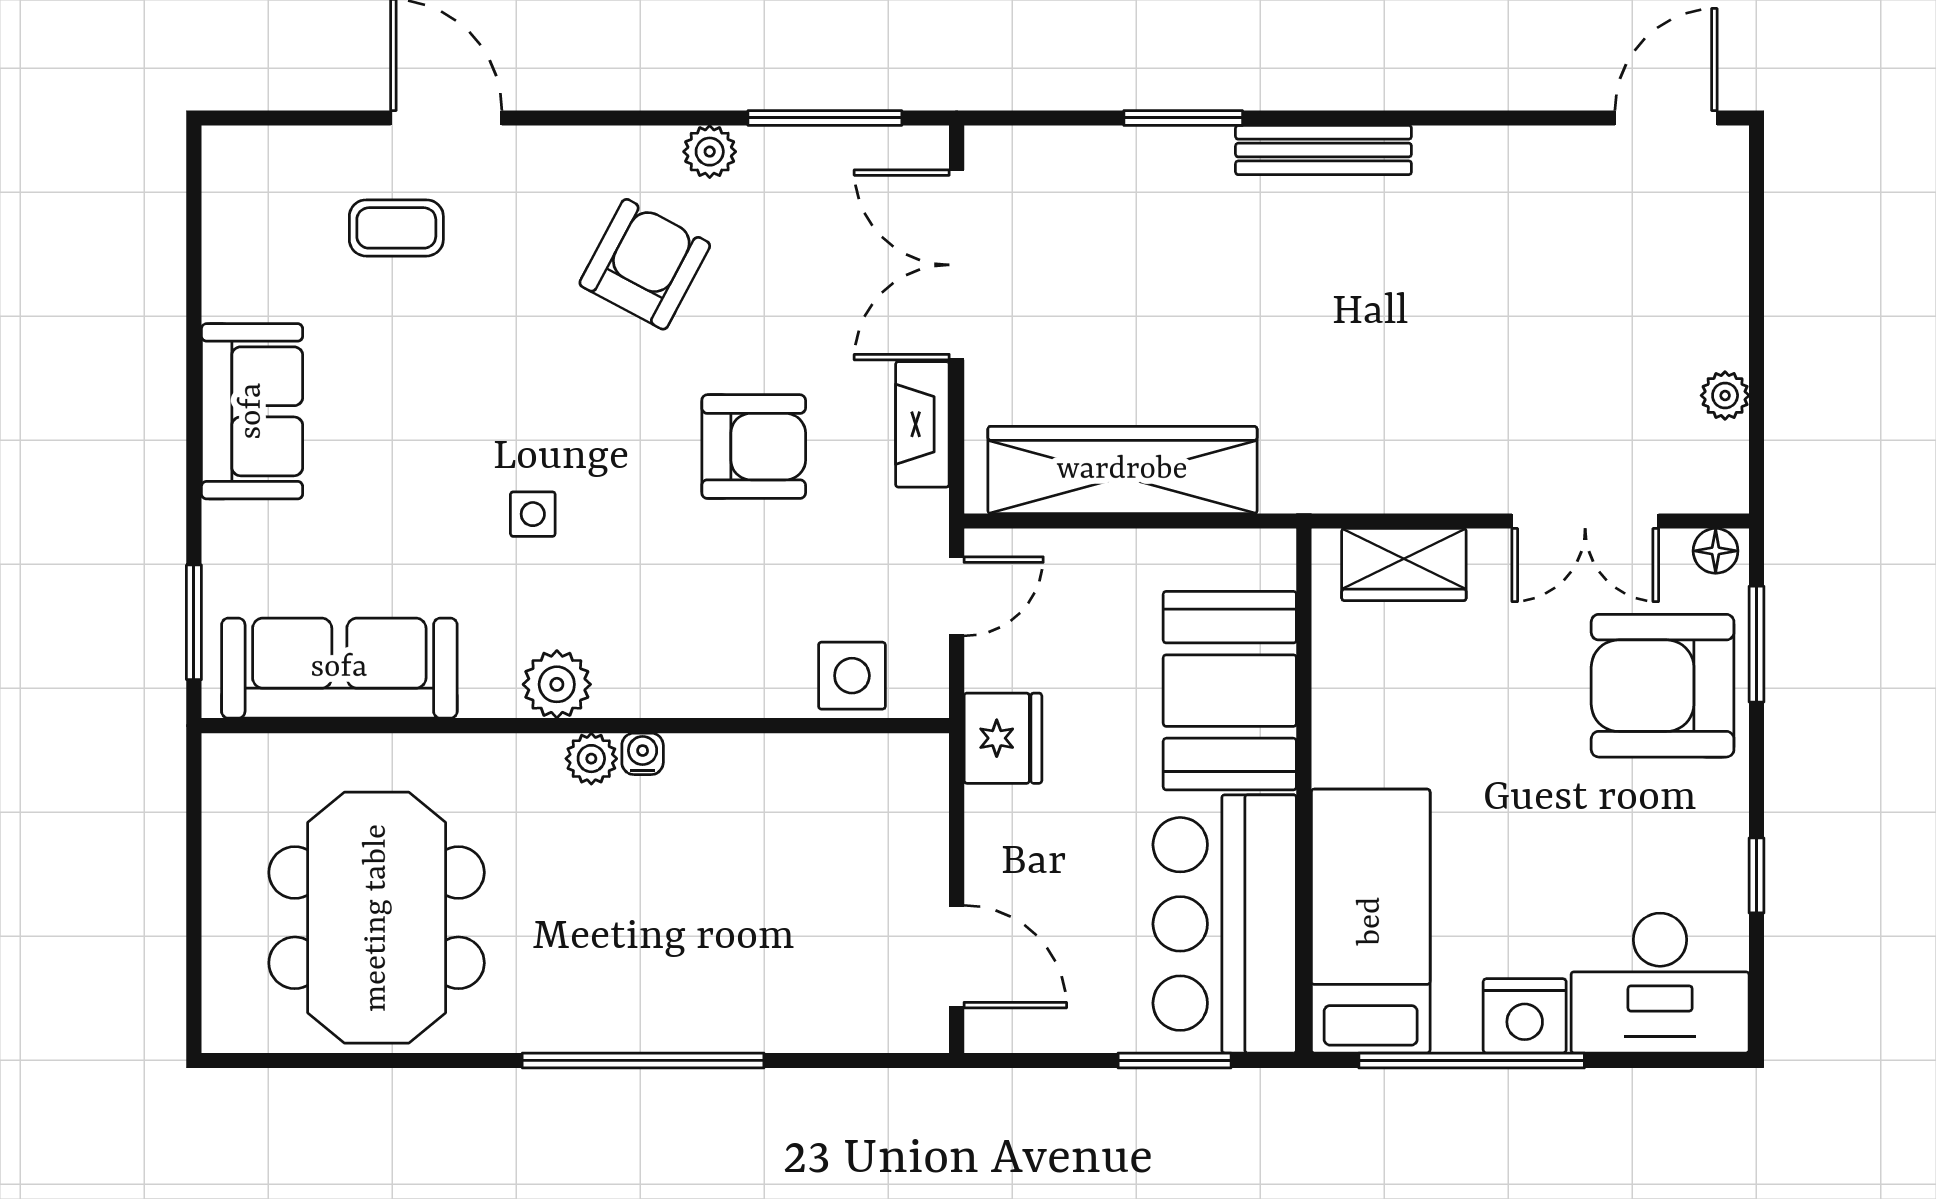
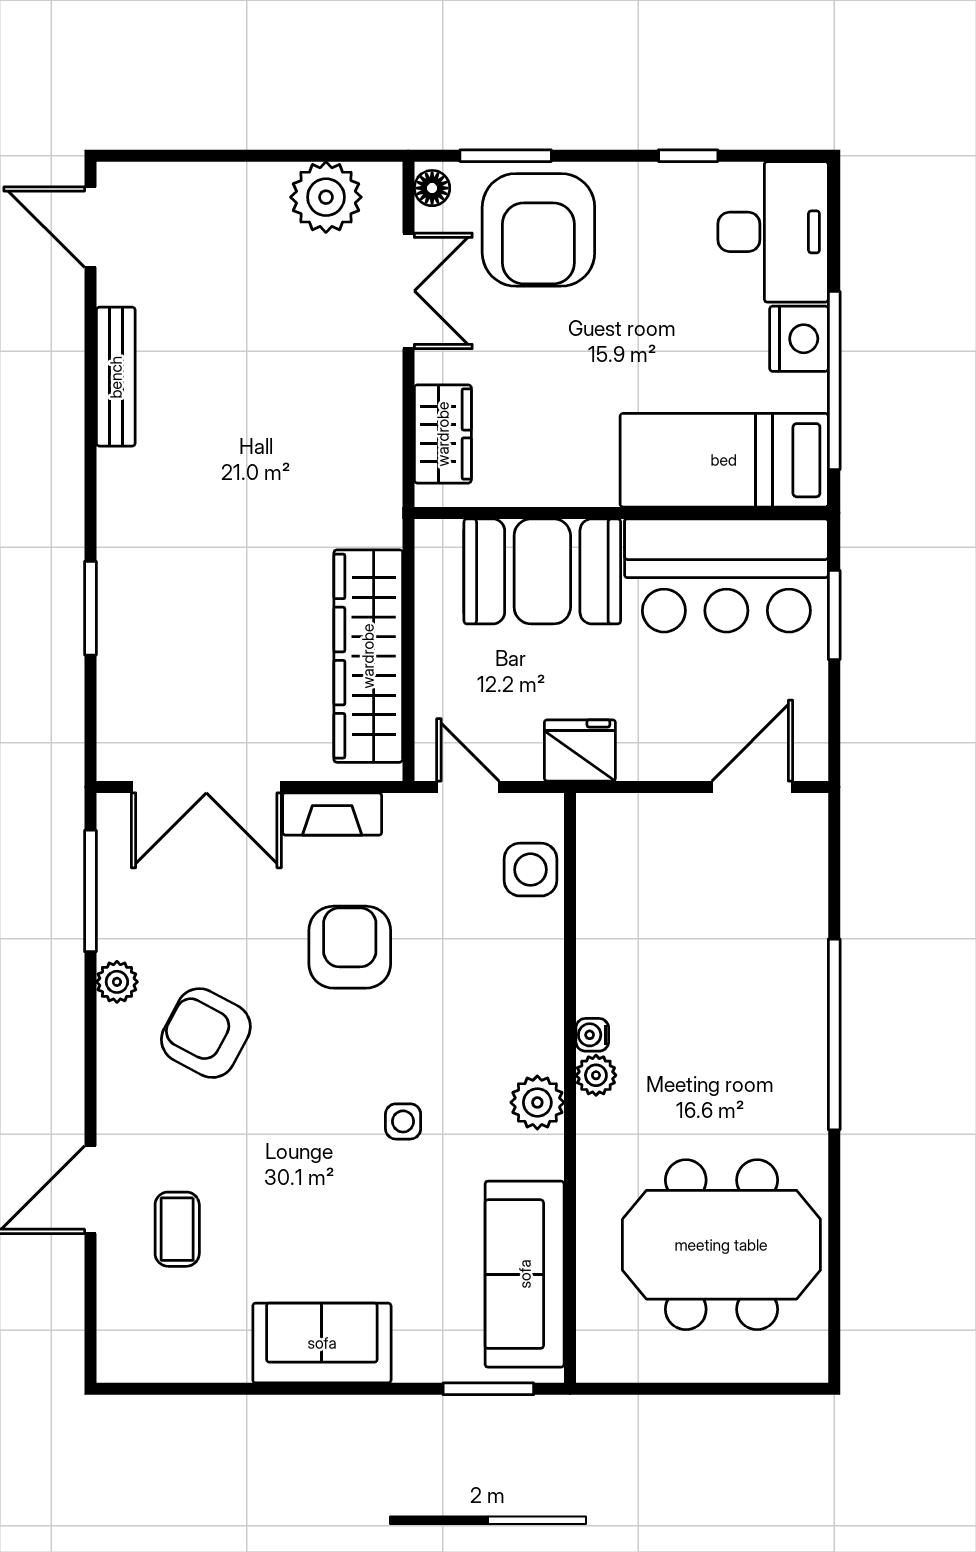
bench: (1323, 150) -> (116, 377), moved
plant: (1725, 395) -> (326, 197), width x1.87, depth x1.87

